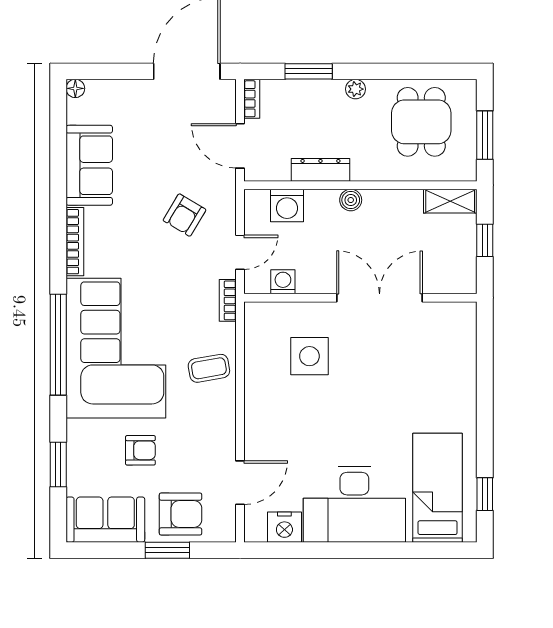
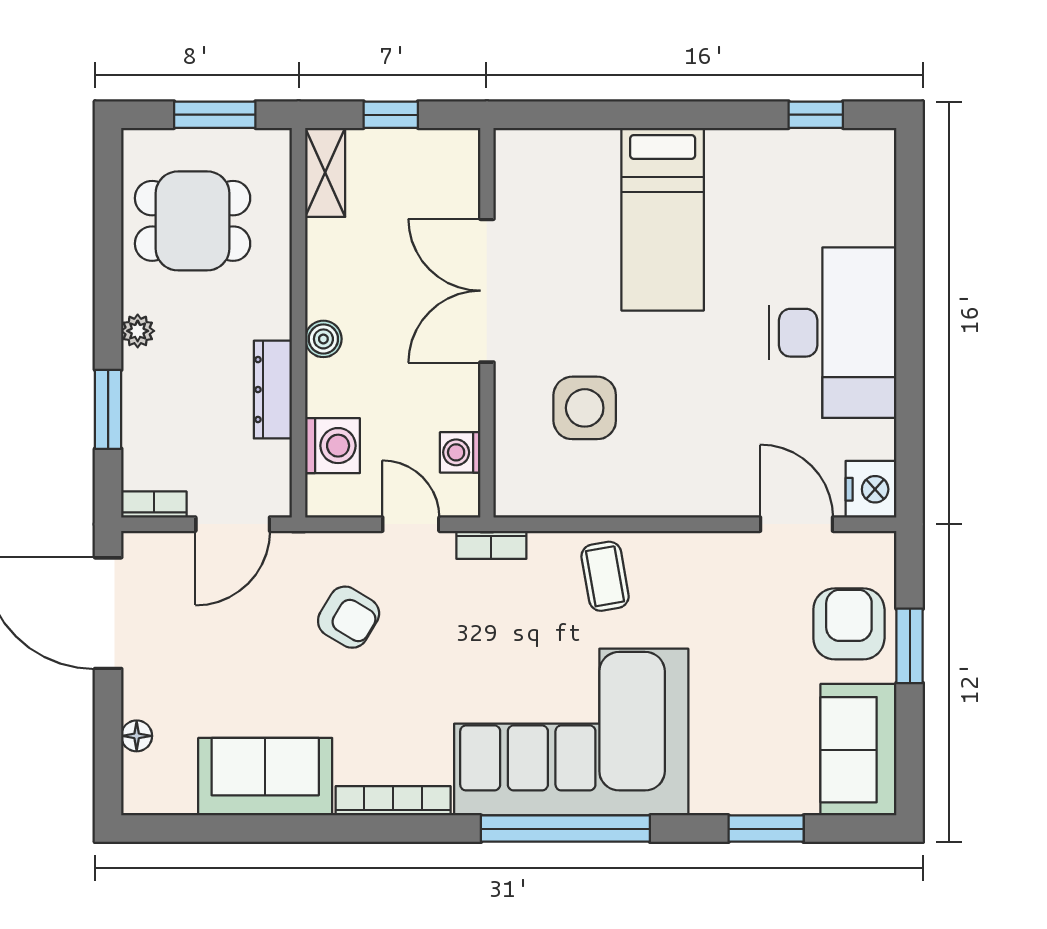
floor lamp: (75, 88) -> (137, 736), moved
armchair: (140, 450) -> (742, 691), removed
bed: (438, 488) -> (663, 219), moved, turned -90
nightstand: (284, 527) -> (871, 489), moved

